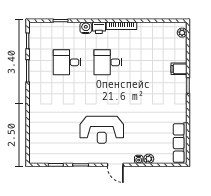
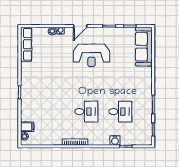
water cooler: (86, 28) -> (115, 140), moved
printer: (99, 28) -> (94, 140), removed
filing cabinet: (179, 69) -> (27, 127), moved
reception desk: (102, 130) -> (91, 55), turned 180
sofa: (39, 140) -> (144, 47), added
door: (115, 165) -> (80, 26), swing flipped

